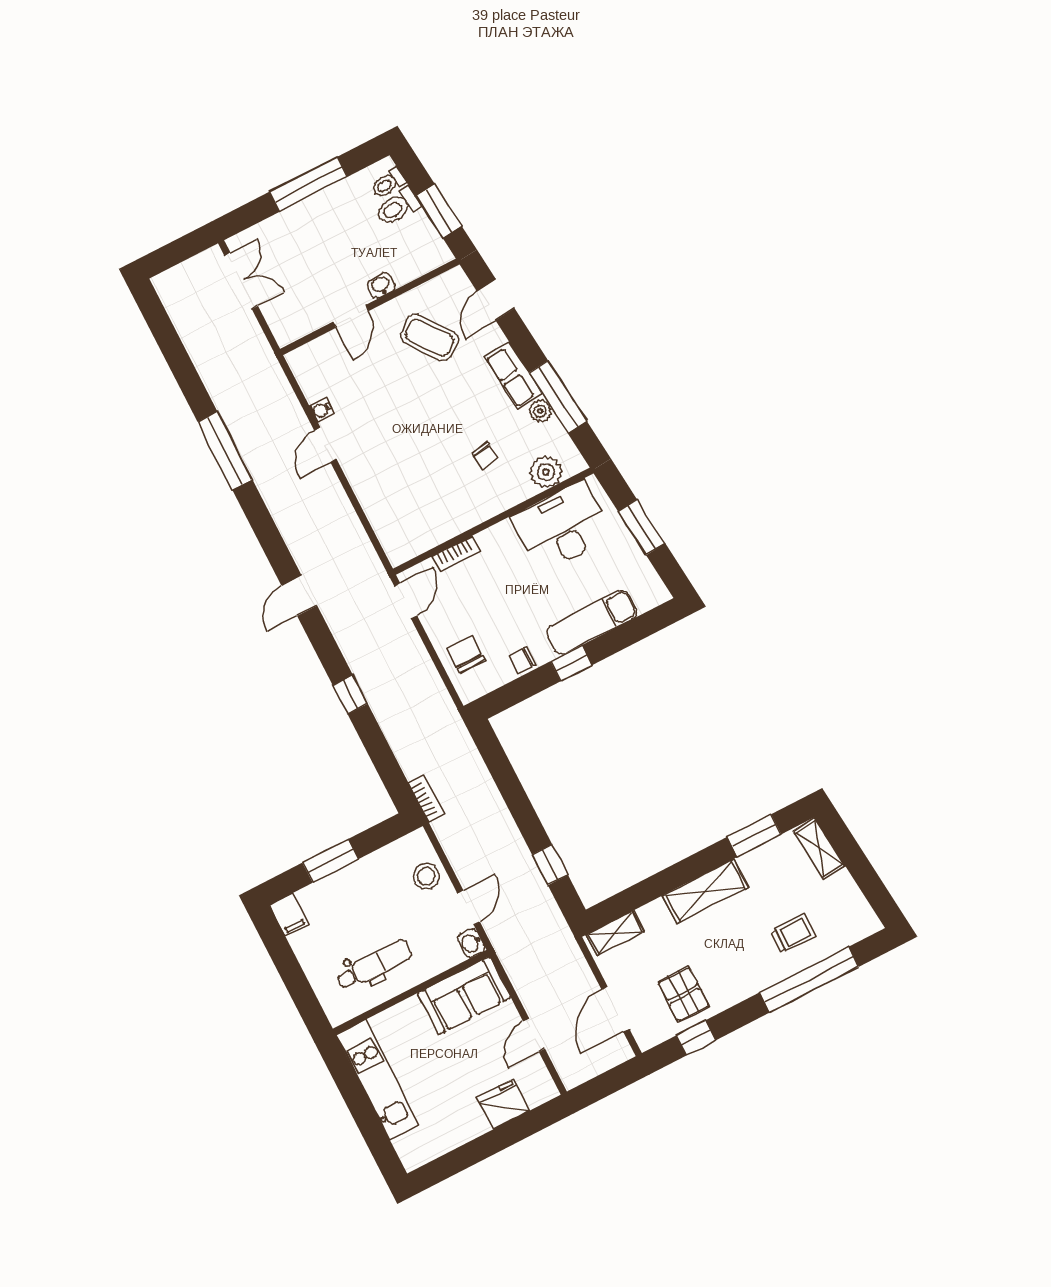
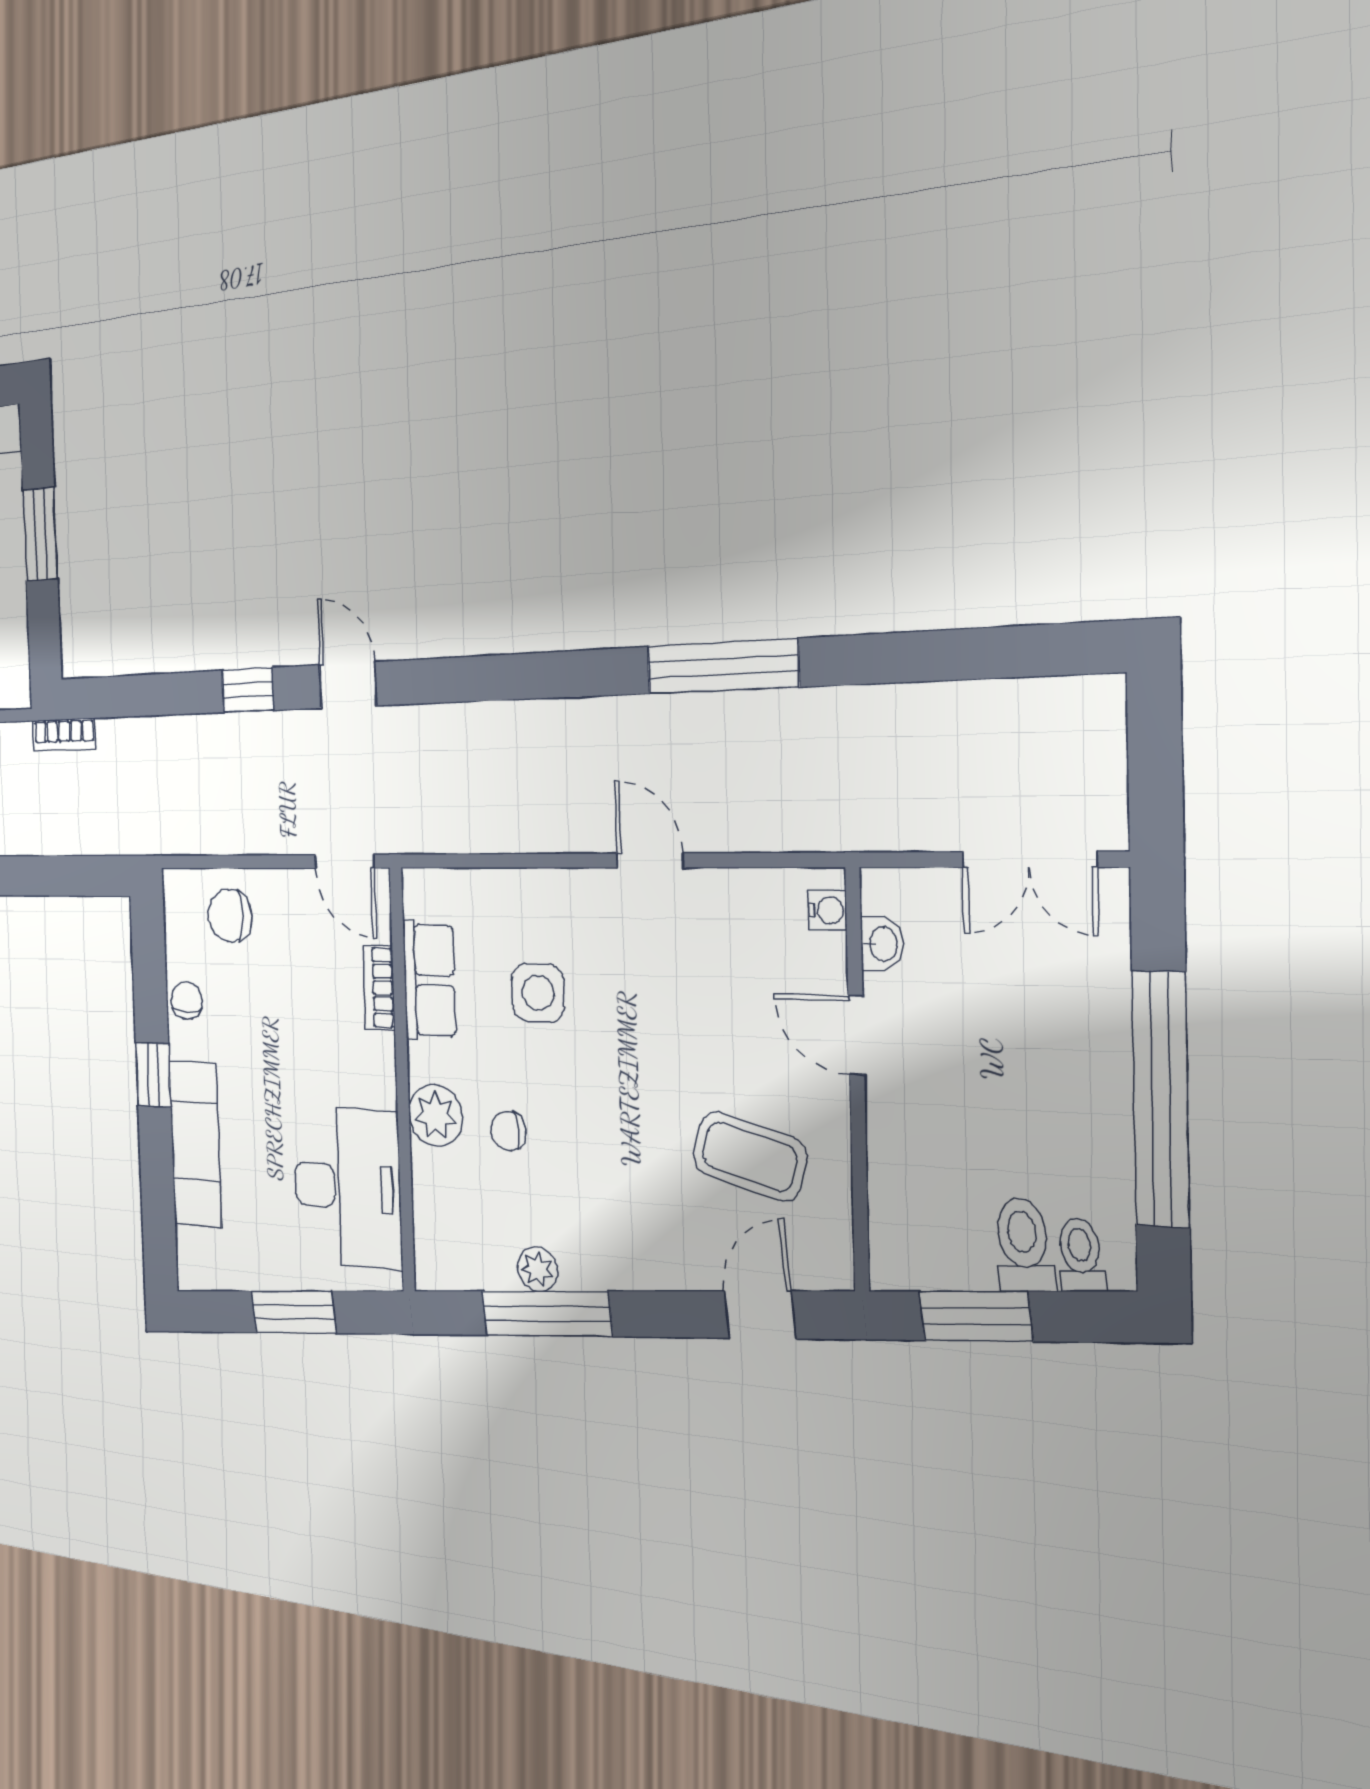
window: (309, 184) -> (1161, 1099), width x1.46
washbasin: (381, 286) -> (882, 944), moved
door: (496, 300) -> (760, 1315), hinge flipped
coffee table: (429, 337) -> (749, 1156), turned 51
row of seats: (513, 376) -> (429, 980), moved, turned 95
water cooler: (322, 410) -> (827, 910), moved, turned 90
side table: (413, 471) -> (538, 993), added
plant: (546, 472) -> (436, 1115), moved
door: (299, 595) -> (348, 685), moved
chair: (466, 654) -> (230, 915), turned 180

